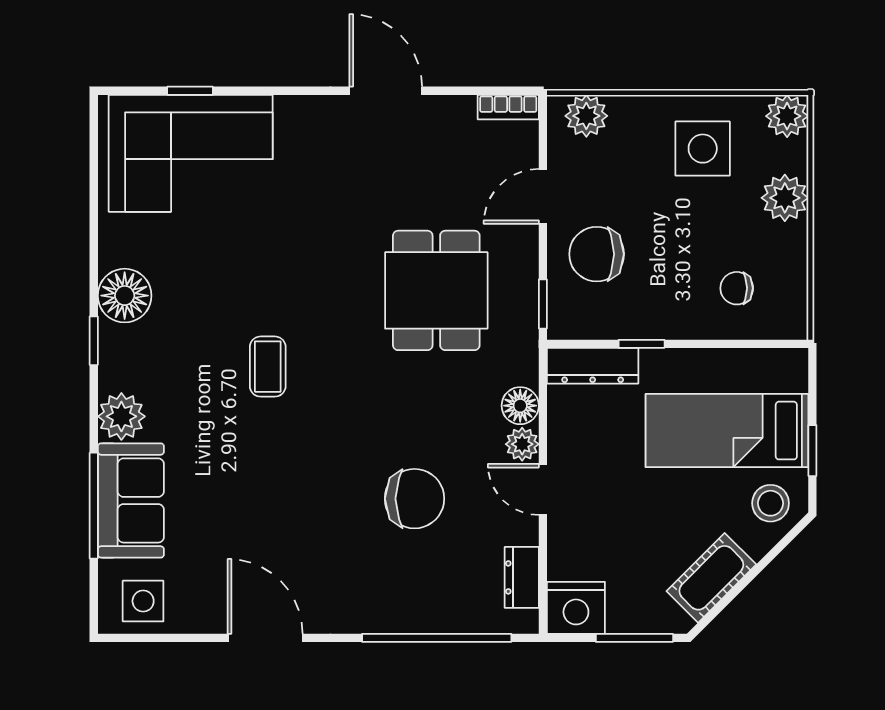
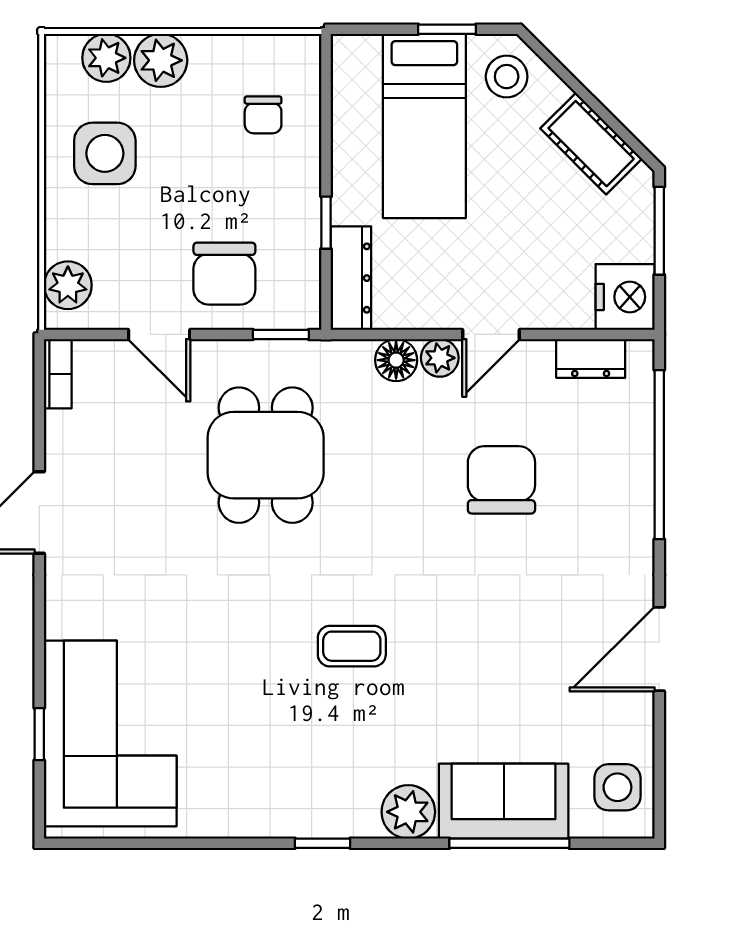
plant: (787, 116) -> (106, 58), moved
dining table: (436, 290) -> (266, 455), turned 90
floor lamp: (125, 296) -> (271, 808), removed

